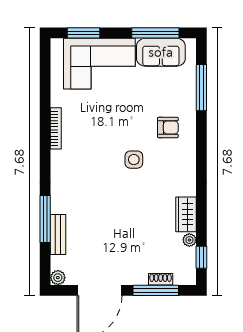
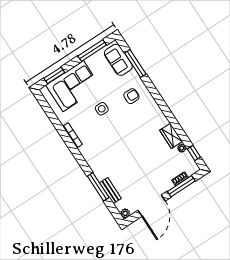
sofa: (161, 52) -> (118, 60), moved, turned 90
side table: (134, 160) -> (102, 109), moved

